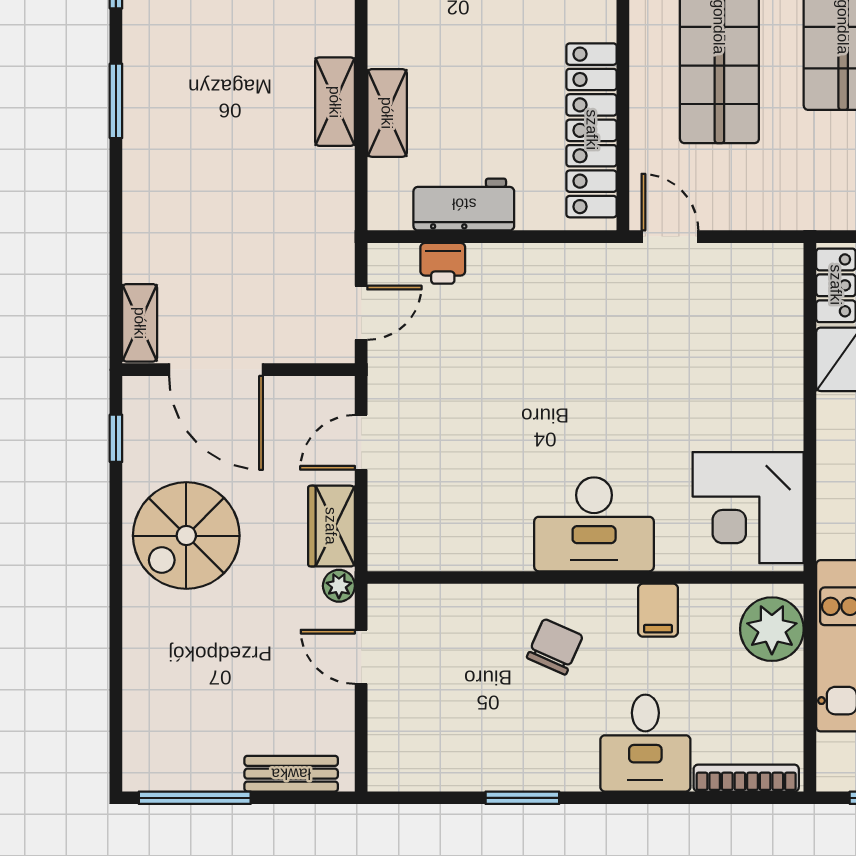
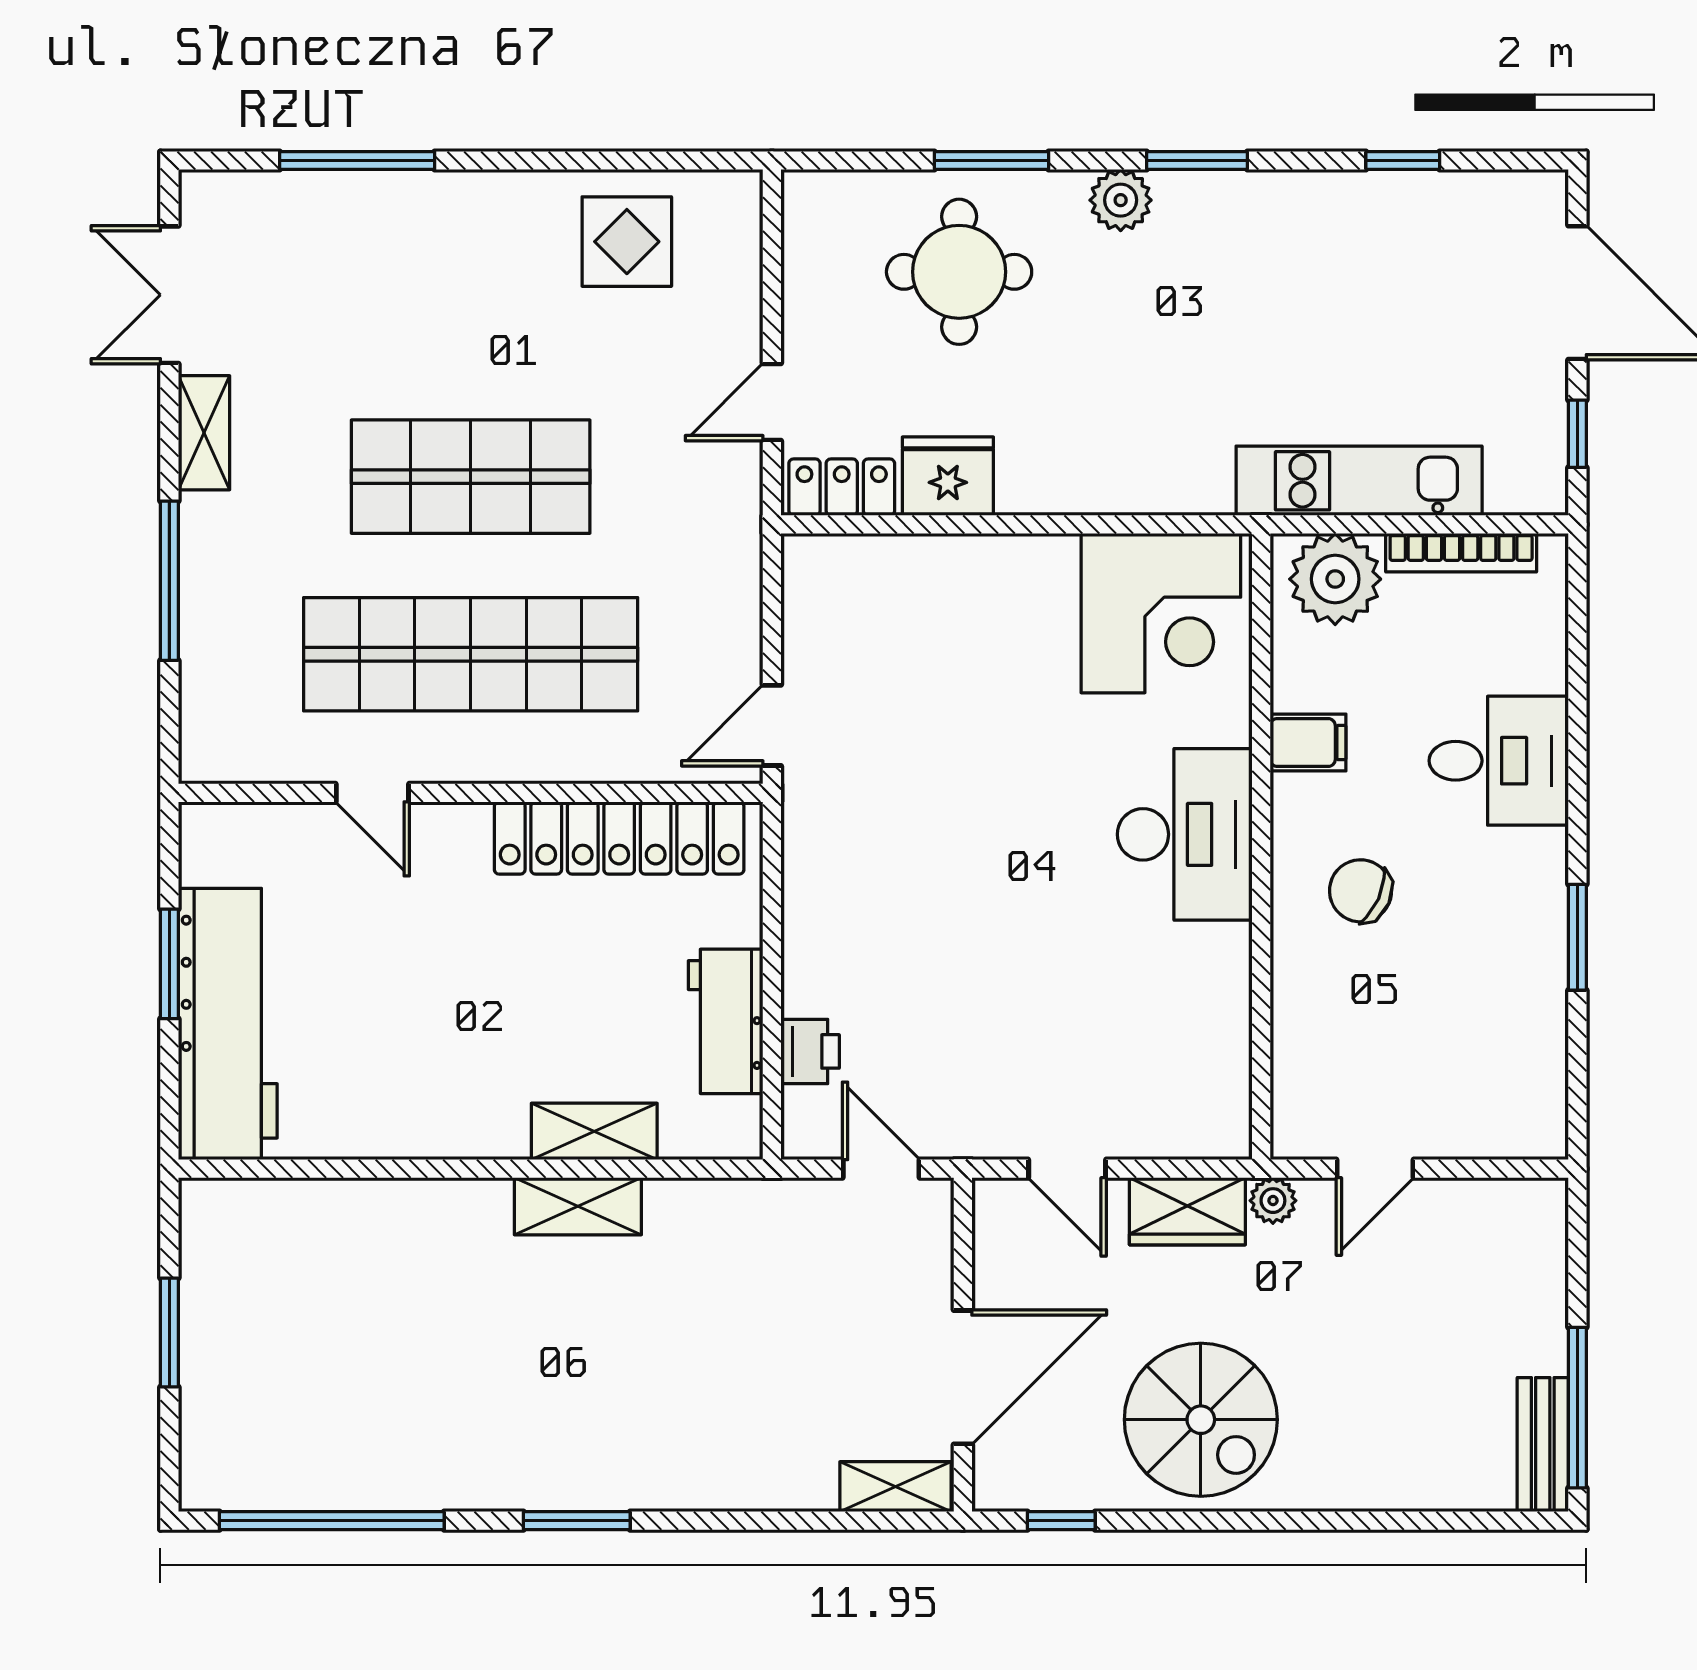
bench: (291, 774) -> (1543, 1445), moved
bookcase: (746, 778) -> (1461, 553), moved, turned -90

